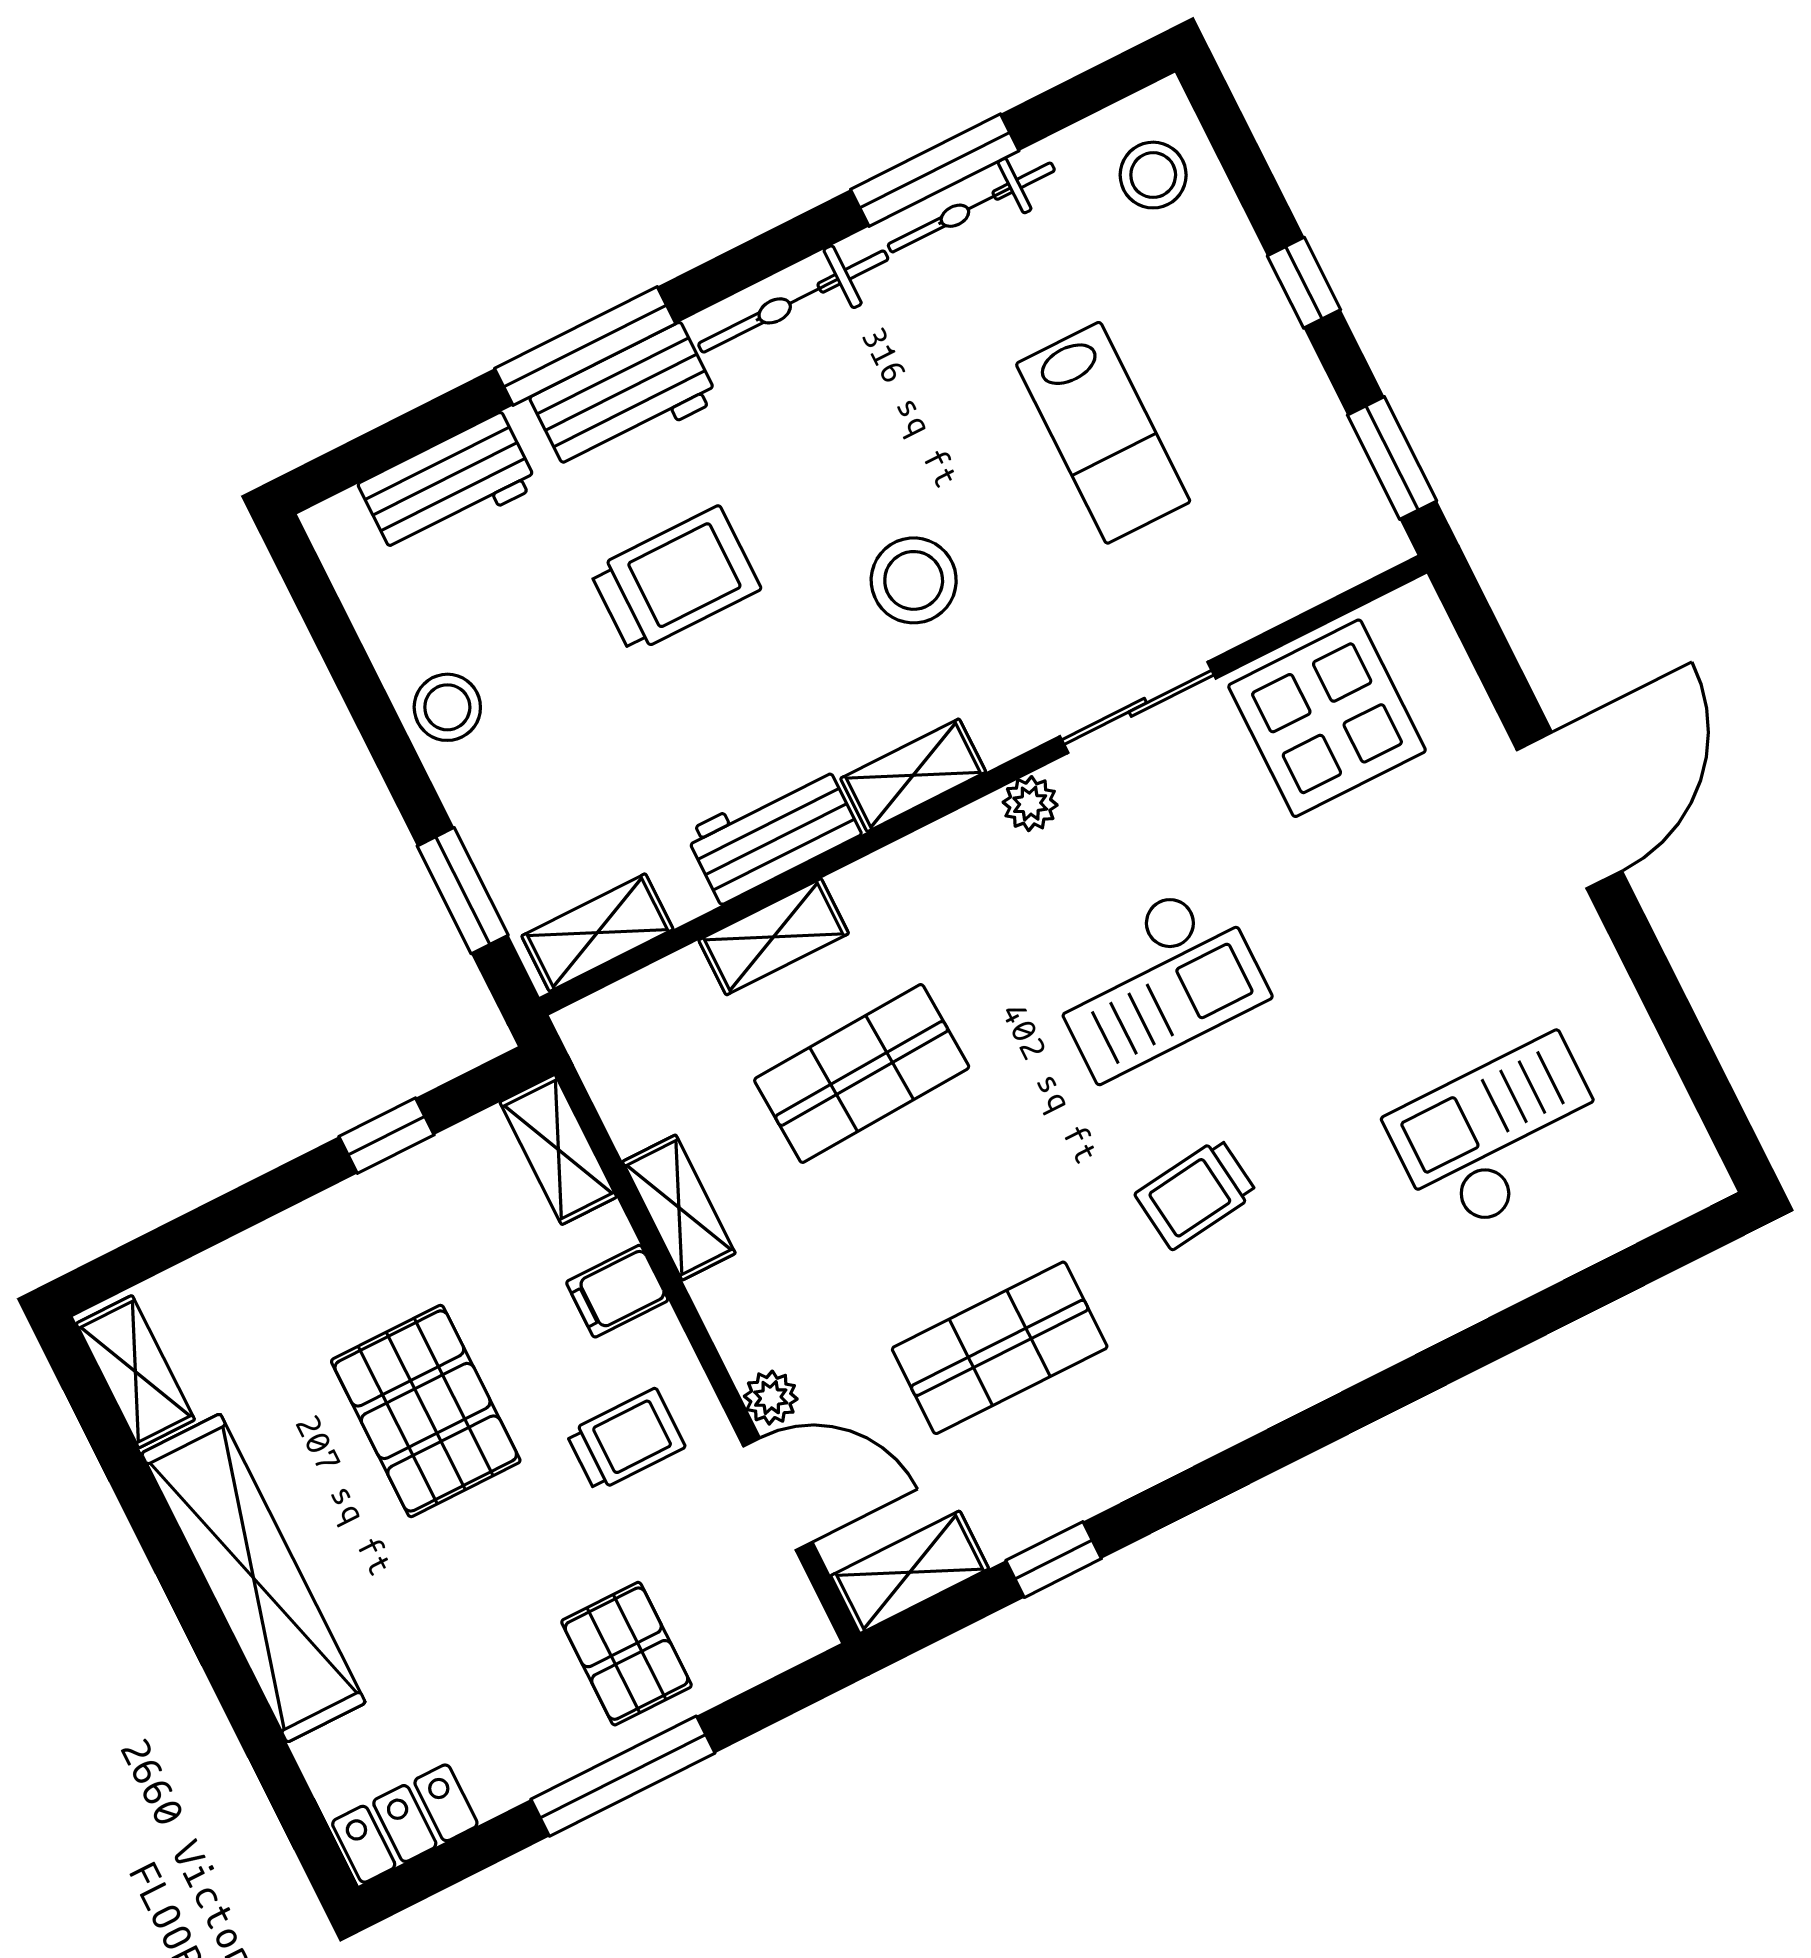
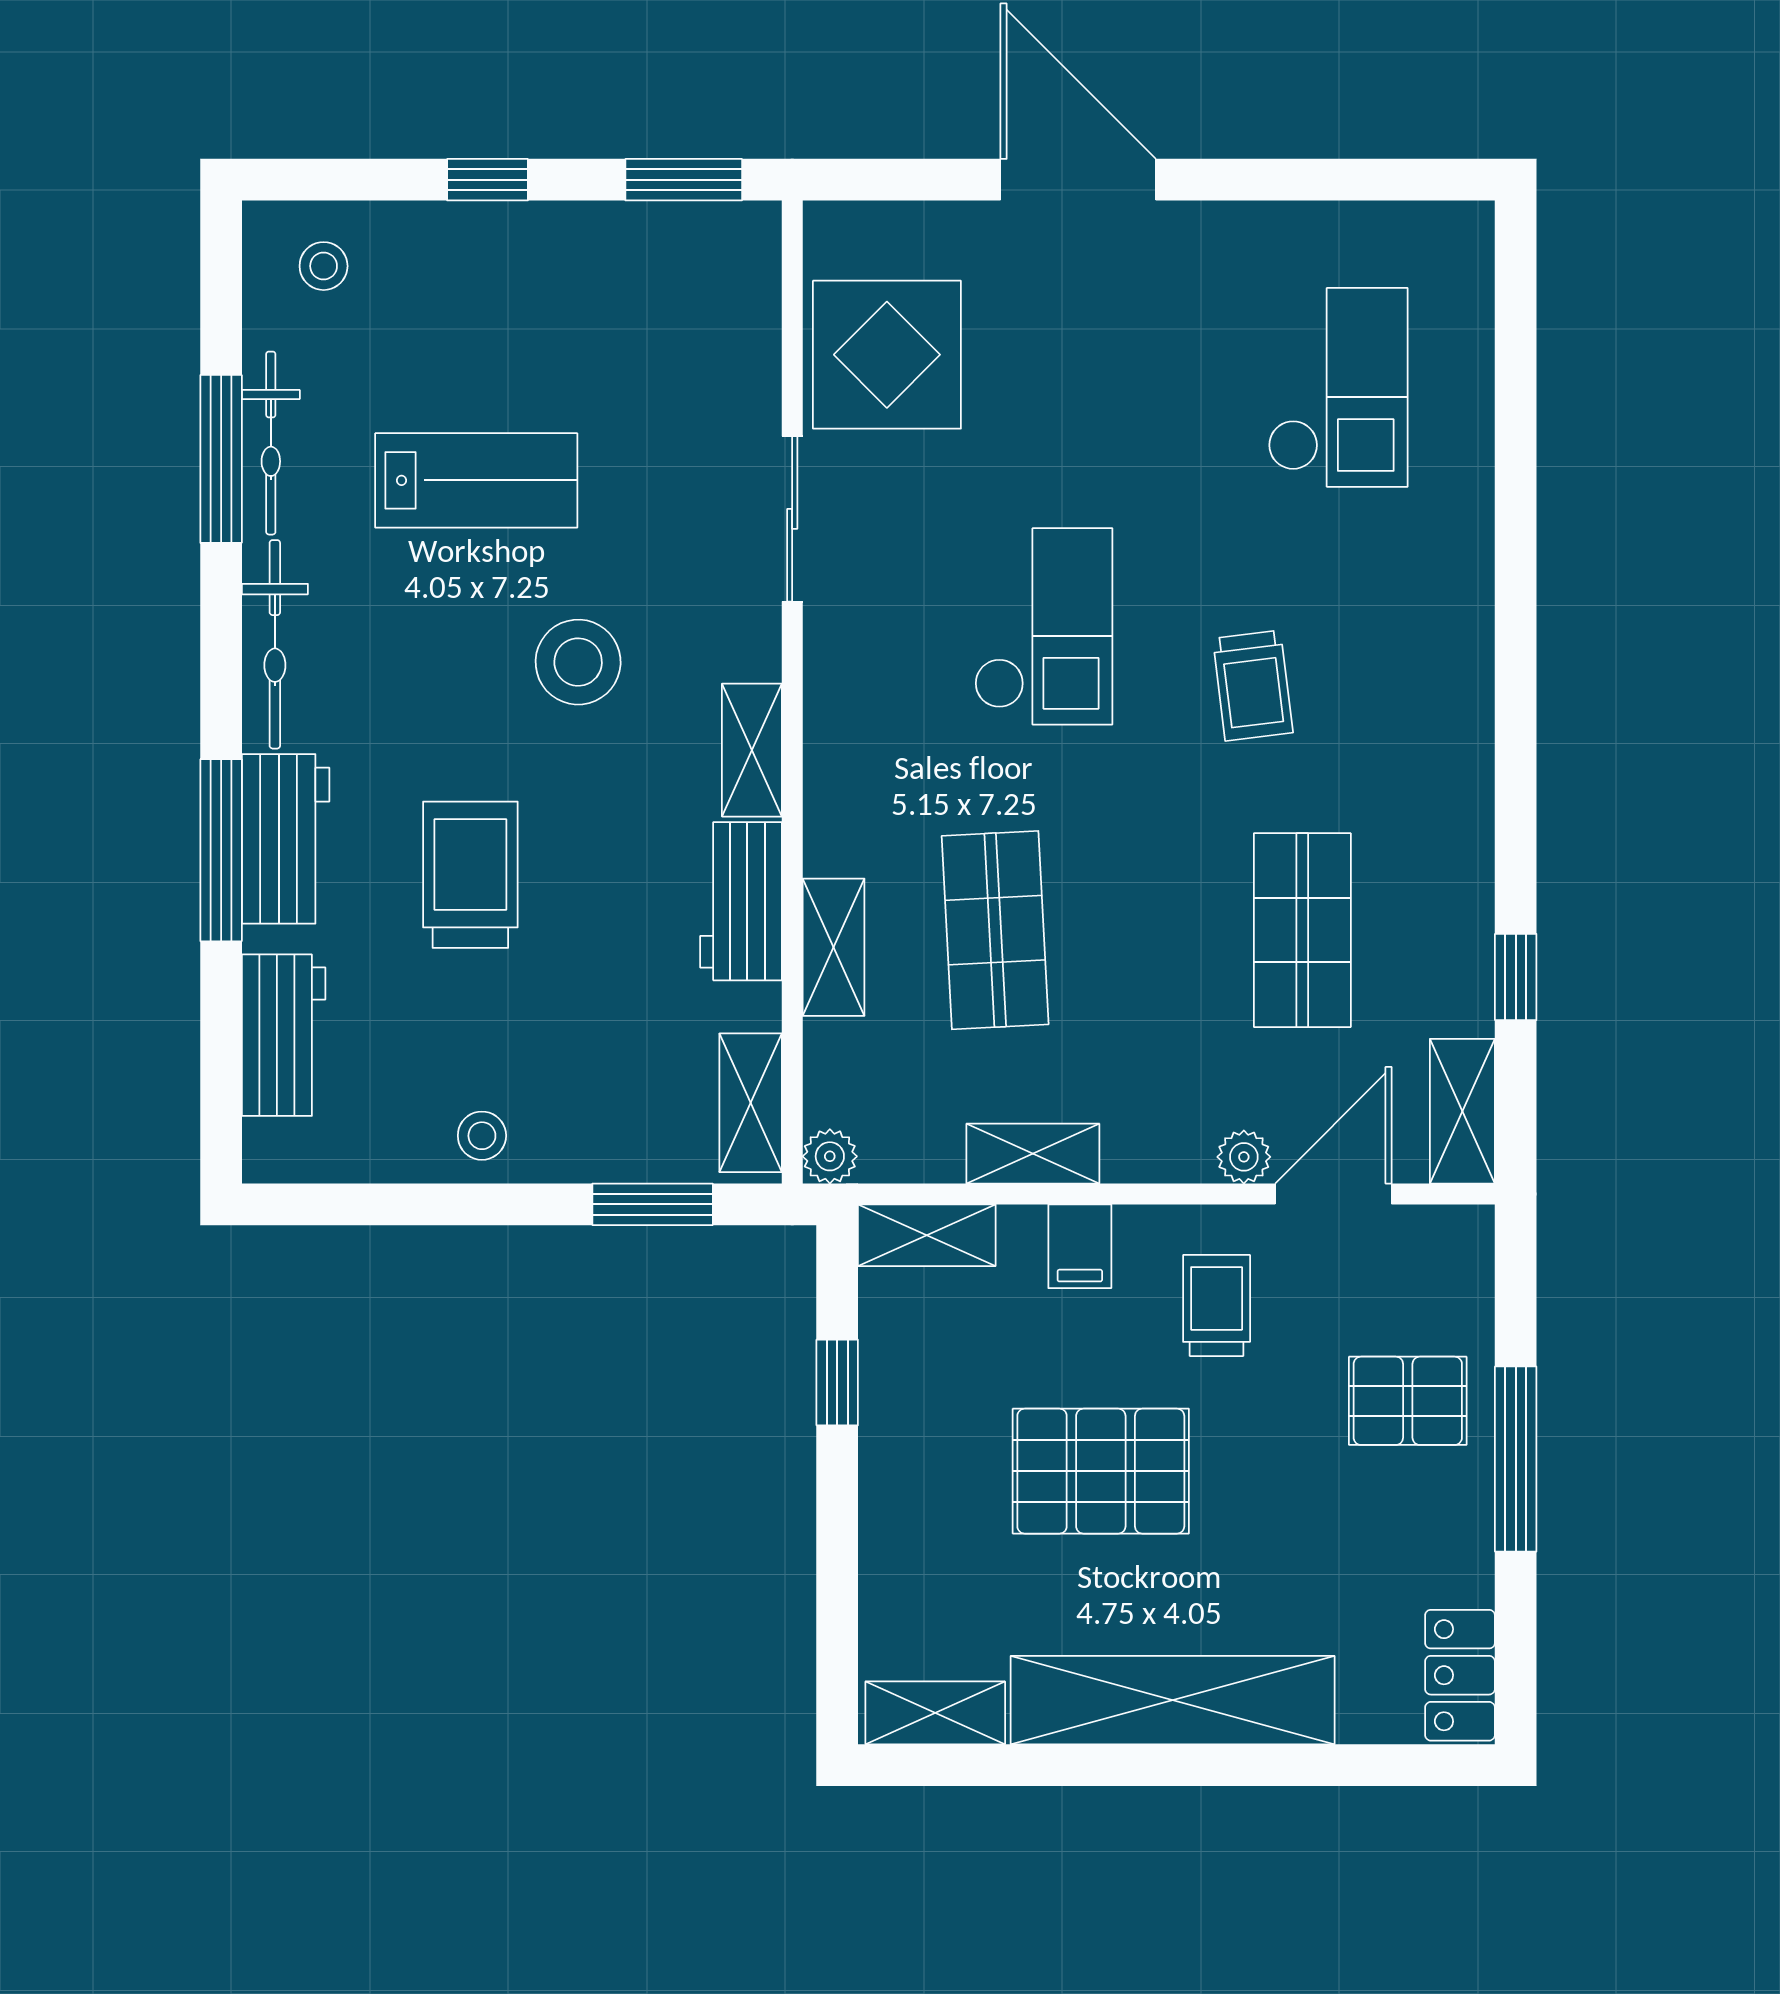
stool: (1153, 175) -> (324, 266), width x0.73, depth x0.73
lab bench: (1103, 433) -> (476, 480), moved
stool: (447, 707) -> (482, 1136), width x0.73, depth x0.73
plant: (1030, 804) -> (830, 1156), moved
checkout: (1500, 1136) -> (1338, 387), turned 180

